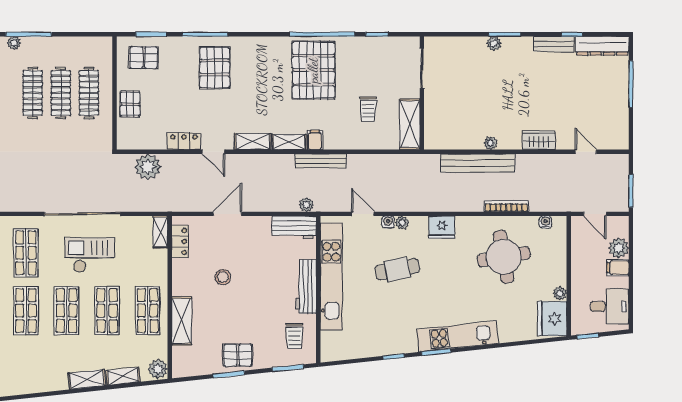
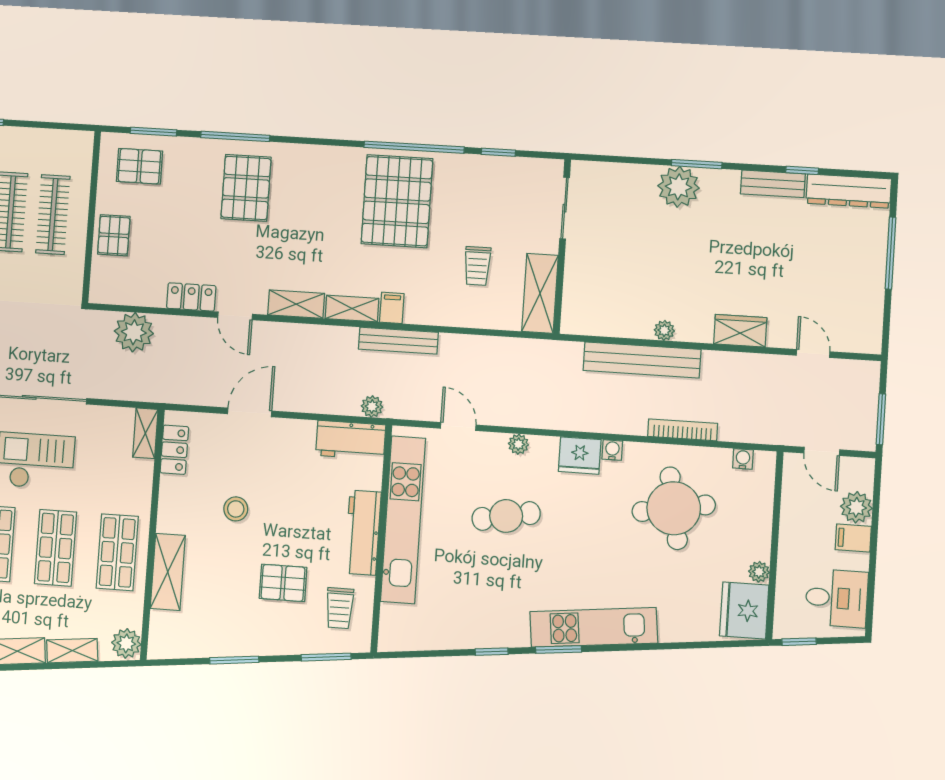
plant: (494, 43) -> (679, 187), width x1.87, depth x1.87
water cooler: (388, 222) -> (612, 450), moved
pallet: (238, 355) -> (283, 583), moved

